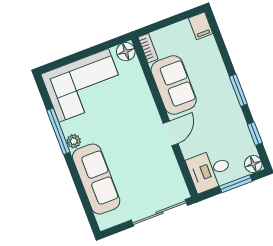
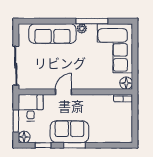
filing cabinet: (201, 26) -> (125, 137), removed
sofa: (174, 85) -> (69, 132), moved, turned 180
door: (171, 133) -> (63, 92), swing flipped

